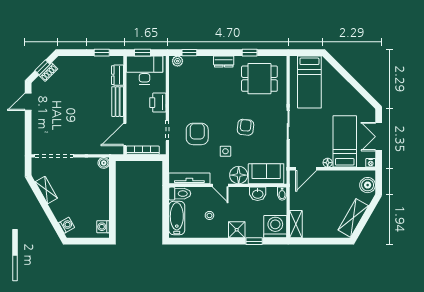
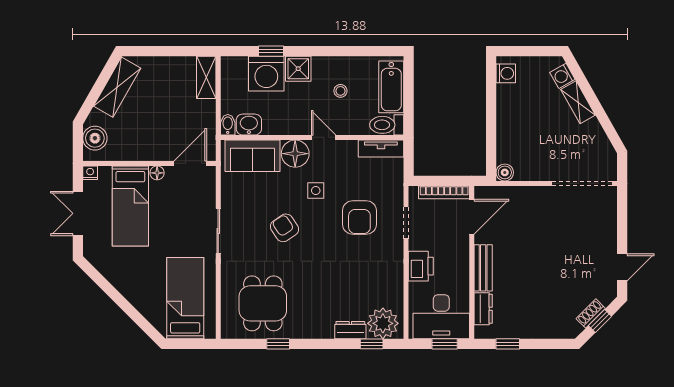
plant: (177, 61) -> (383, 323), width x1.87, depth x1.87
dresser: (224, 61) -> (350, 330), moved
dining table: (259, 79) -> (263, 303), turned 90
armchair: (246, 127) -> (285, 228), turned 140
double door: (379, 137) -> (78, 213), swing flipped
tv unit: (189, 178) -> (381, 149), width x0.71
shelving: (46, 190) -> (578, 102), moved
washbasin: (258, 194) -> (249, 125), moved
washing machine: (275, 227) -> (266, 74), moved

